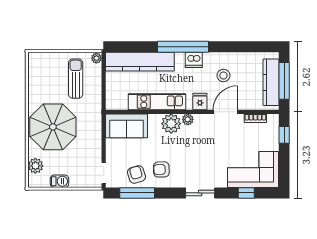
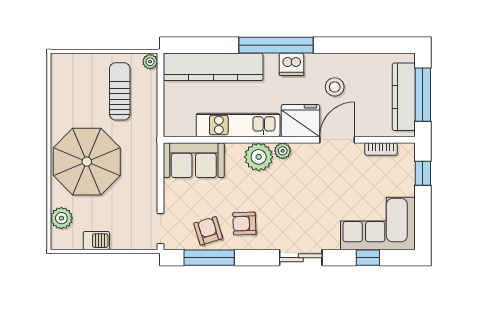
fridge: (200, 101) -> (300, 121), width x1.88, depth x1.34

